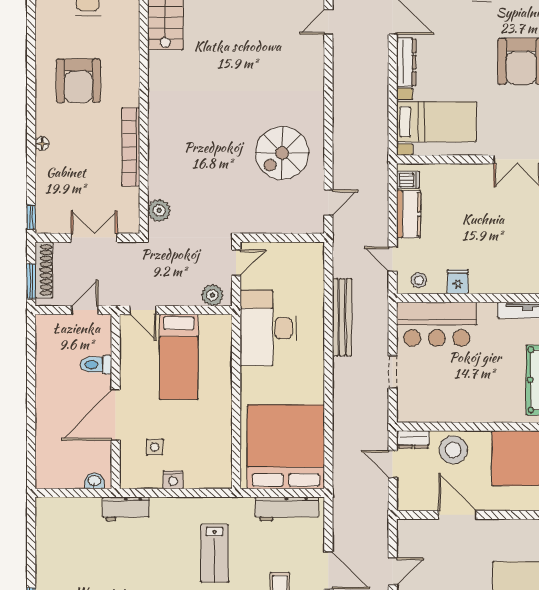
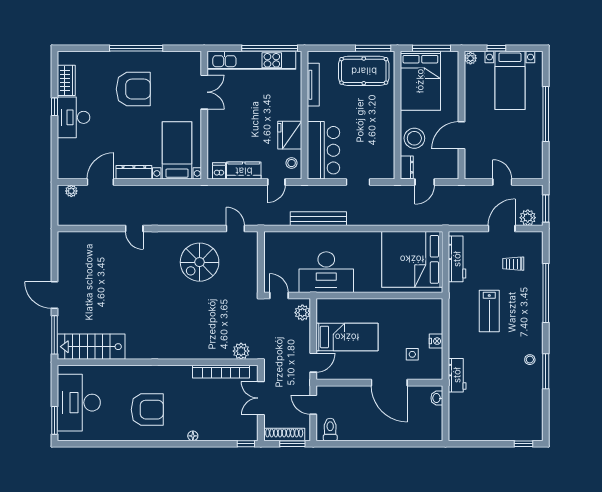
door: (328, 22) -> (134, 229), moved
bookcase: (131, 147) -> (221, 372), moved
spiral stairs: (282, 153) -> (200, 262), turned 90
fridge: (458, 282) -> (290, 135), width x1.88, depth x1.34
toilet: (96, 365) -> (330, 429), moved, turned 180
lab bench: (215, 553) -> (489, 311), turned 90

